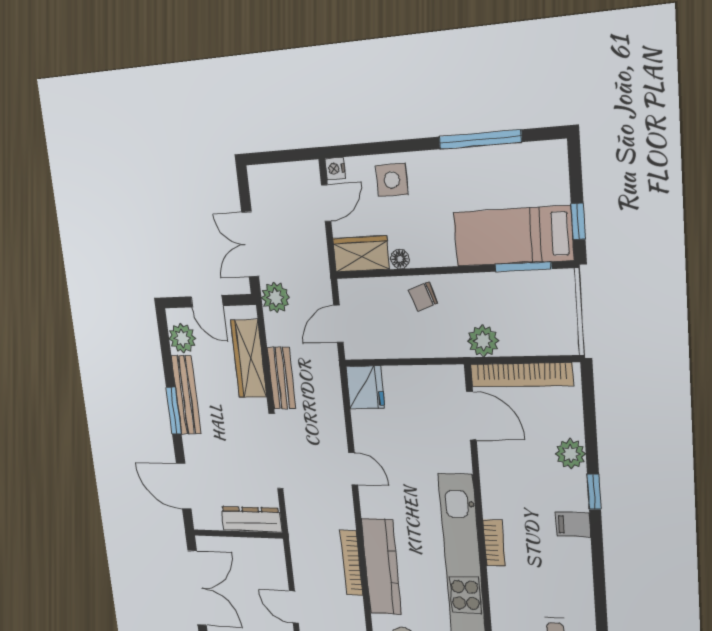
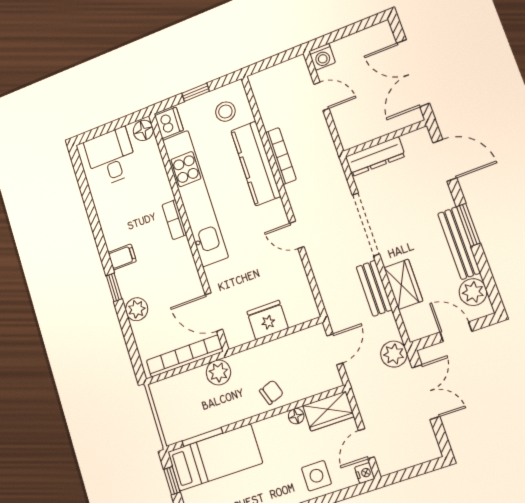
wardrobe: (249, 359) -> (403, 284), width x0.67
fridge: (365, 387) -> (267, 320), moved, turned 90

